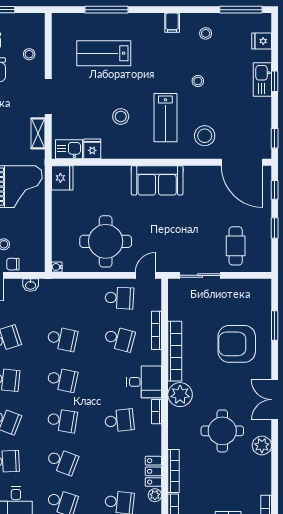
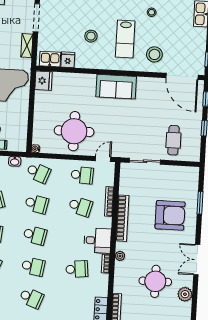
school desk: (62, 298) -> (38, 173), added
armchair: (237, 344) -> (170, 215), turned 180
plant: (180, 395) -> (120, 256), width x0.53, depth x0.53

